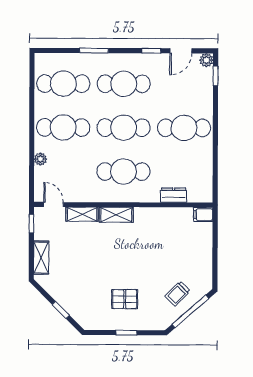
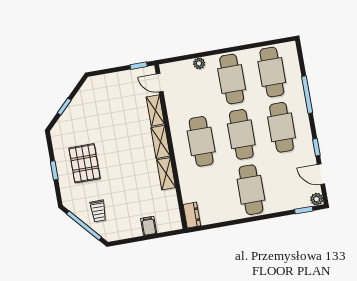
window: (94, 51) -> (307, 95), width x1.44
dresser: (174, 195) -> (192, 215), moved
door: (54, 204) -> (160, 83), swing flipped
filing cabinet: (203, 215) -> (149, 226), moved
shelving: (41, 258) -> (166, 174), moved, turned 90
trolley: (178, 294) -> (98, 211), turned -135
pallet: (125, 299) -> (85, 163), width x1.50, depth x1.42

